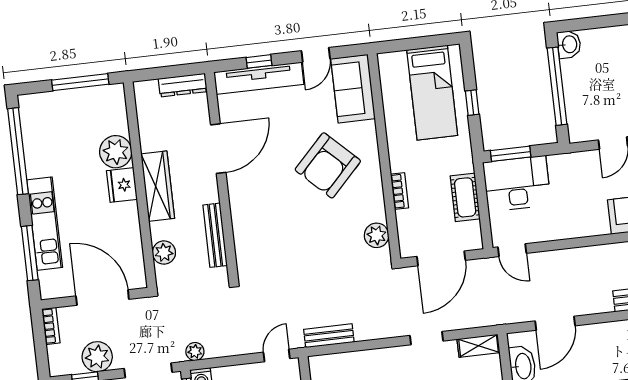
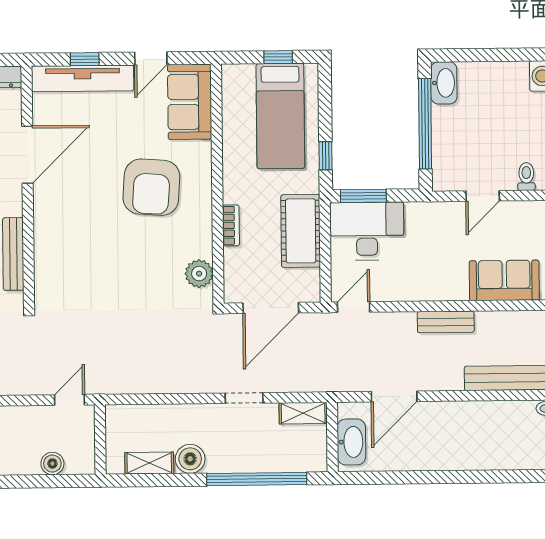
window: (425, 42) -> (278, 57), added
washbasin: (569, 44) -> (444, 83), width x1.38
window: (472, 103) -> (326, 156), moved
armchair: (328, 165) -> (151, 187), turned -40
cot: (465, 197) -> (301, 231), width x1.37, depth x1.34
door: (512, 250) -> (354, 307), swing flipped
bench: (329, 336) -> (446, 322), moved

